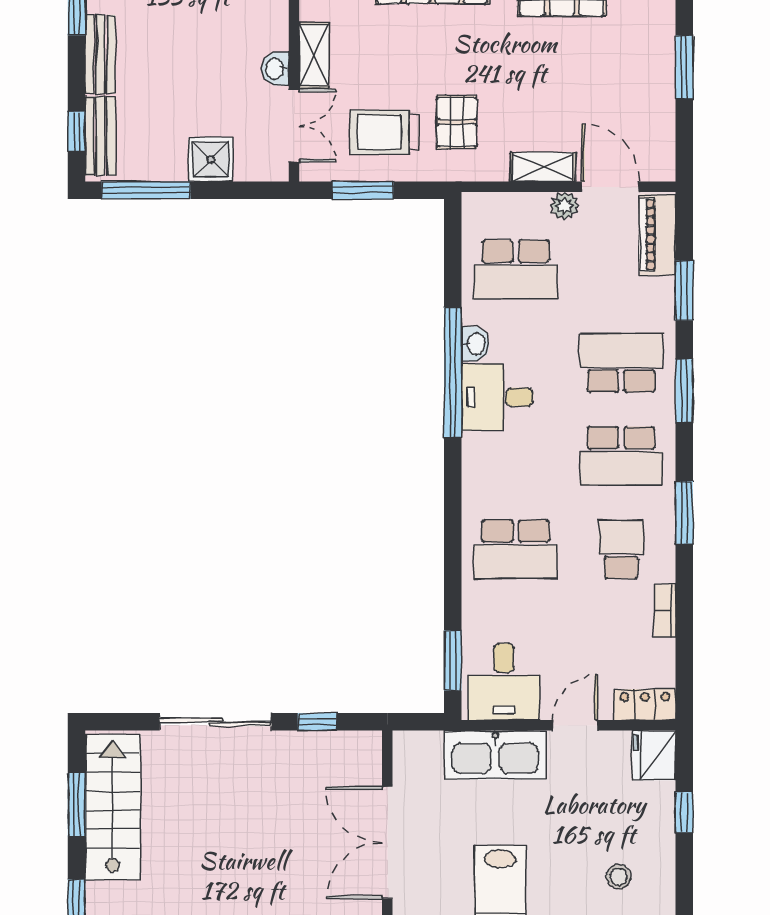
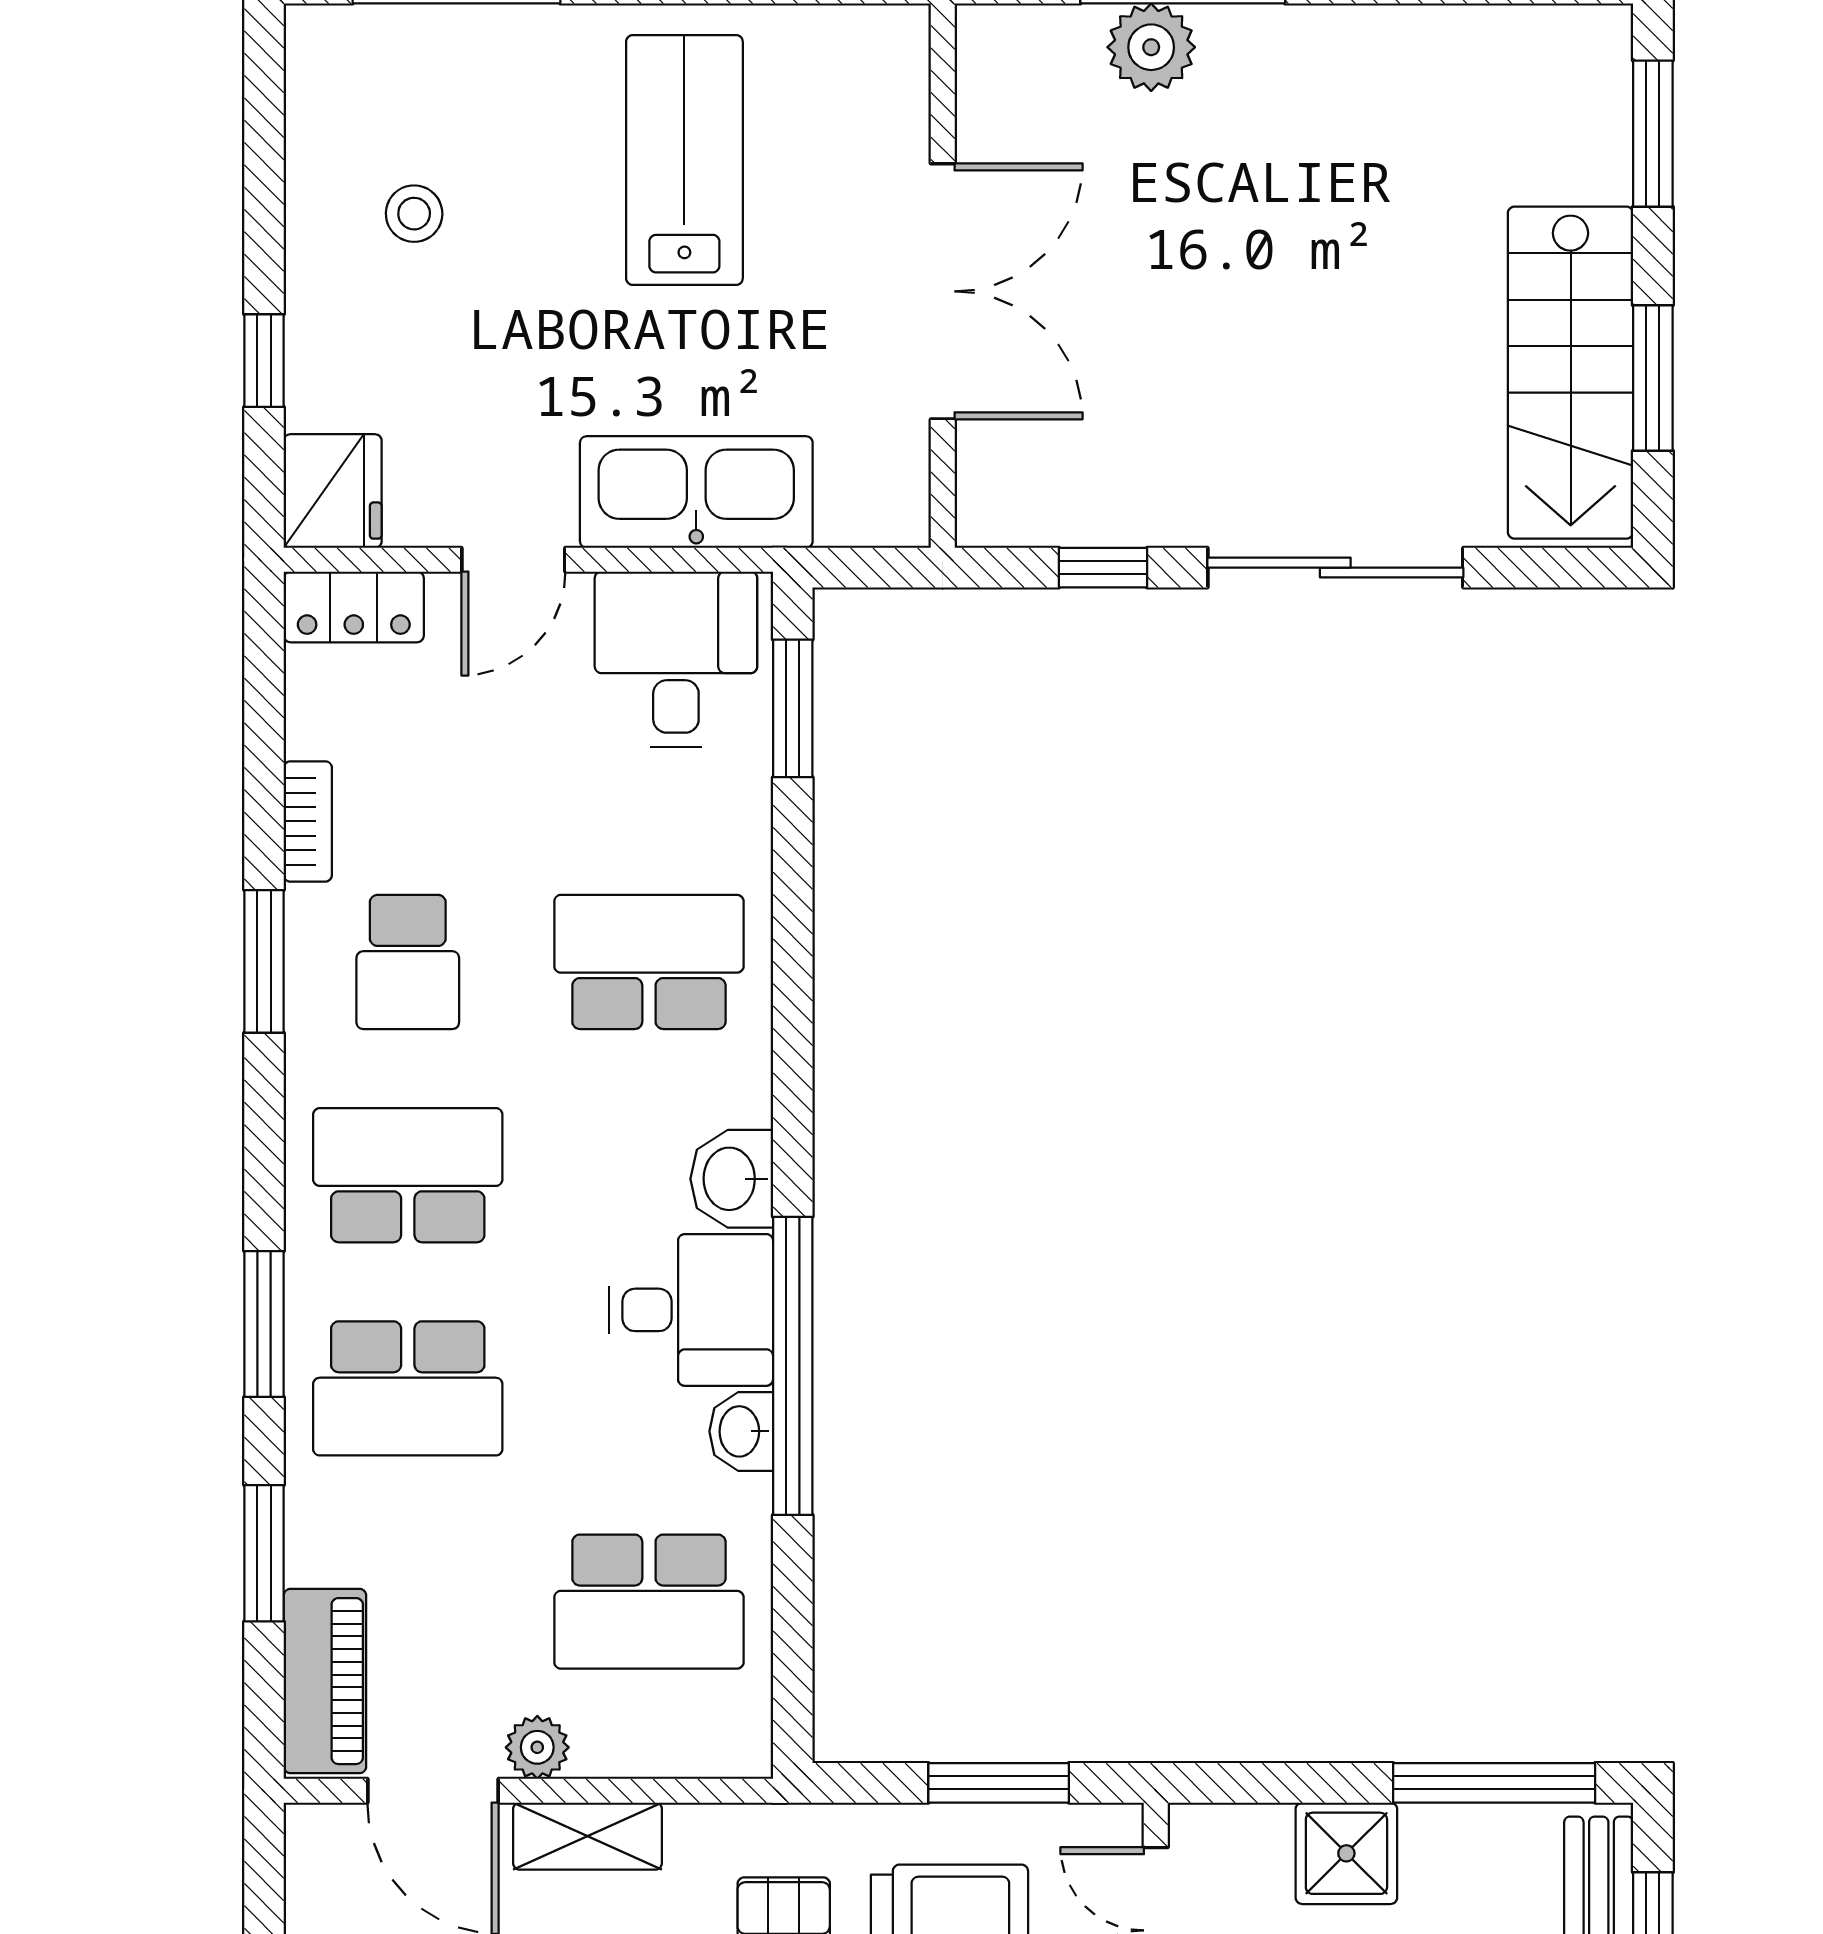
school desk: (516, 269) -> (649, 1602), turned 180
washbasin: (480, 454) -> (732, 1179), added
window: (684, 513) -> (264, 961), moved

